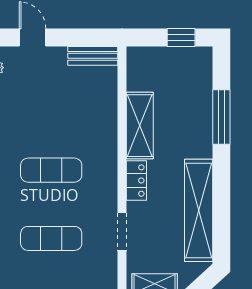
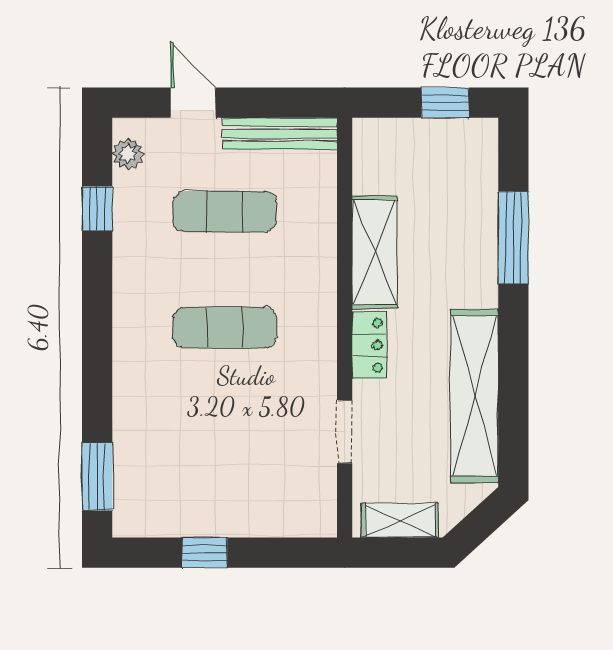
bench: (93, 56) -> (280, 134), width x1.36
exercise mat: (51, 238) -> (225, 212), moved

